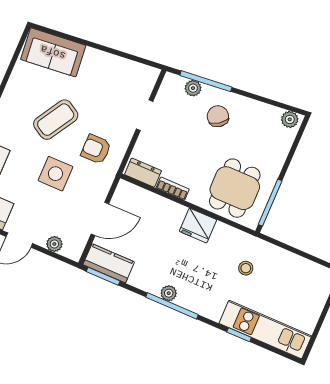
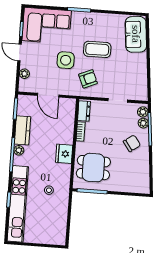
plant: (290, 119) -> (143, 112), moved
coffee table: (56, 120) -> (97, 49), turned -31
armchair: (96, 149) -> (88, 79), turned 67
kitchen counter: (109, 263) -> (23, 130), moved
kitchen unit: (265, 330) -> (18, 204), width x1.36

